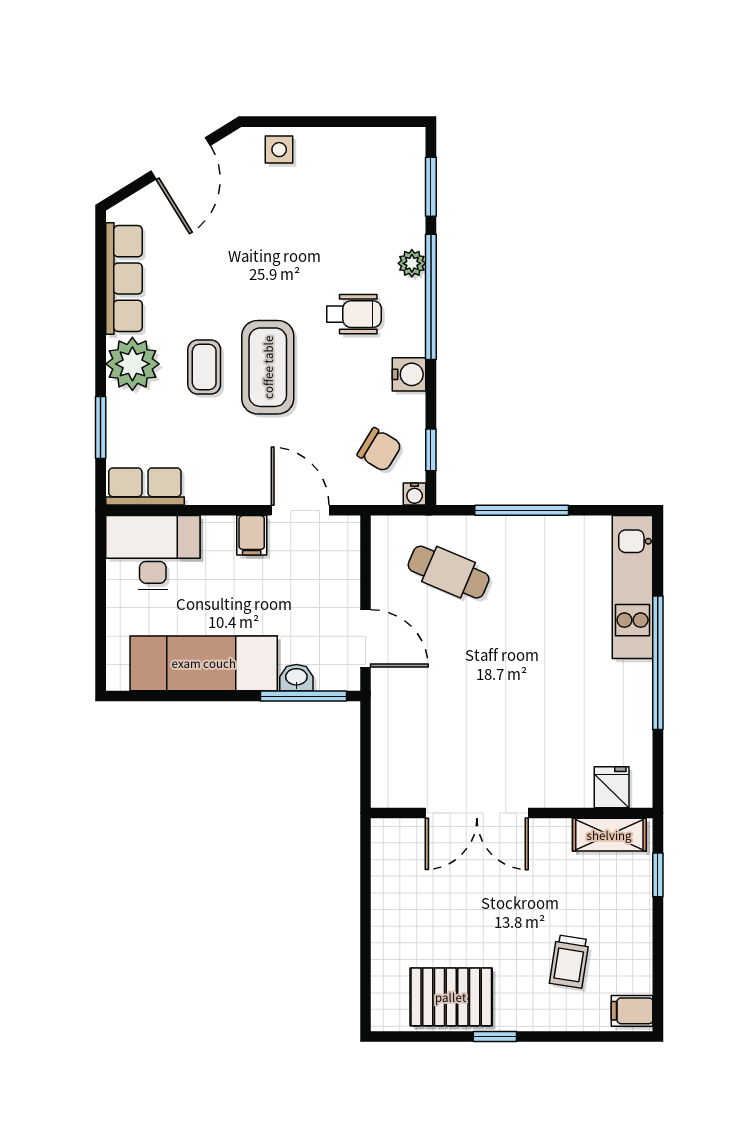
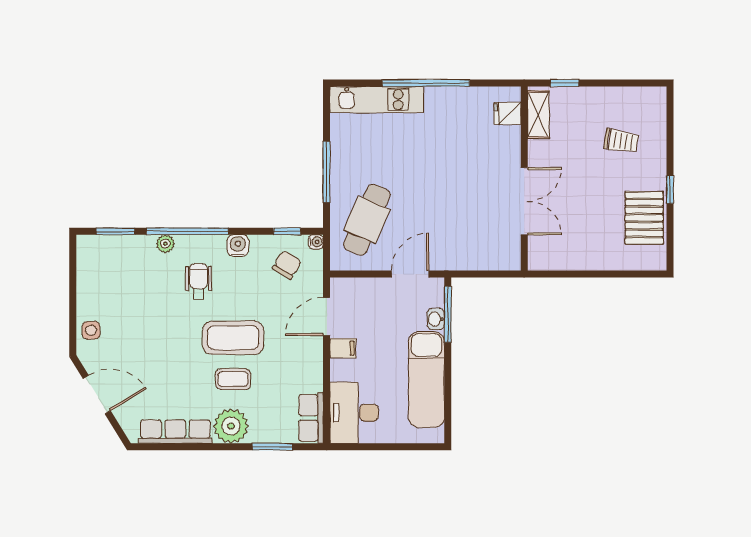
cafe table: (449, 572) -> (367, 220), width x1.37, depth x1.35
filing cabinet: (632, 1011) -> (653, 100), removed

